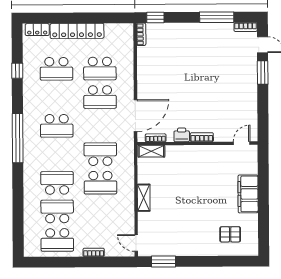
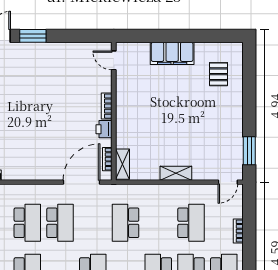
door: (135, 116) -> (81, 182), hinge flipped
school desk: (100, 183) -> (191, 223), moved

